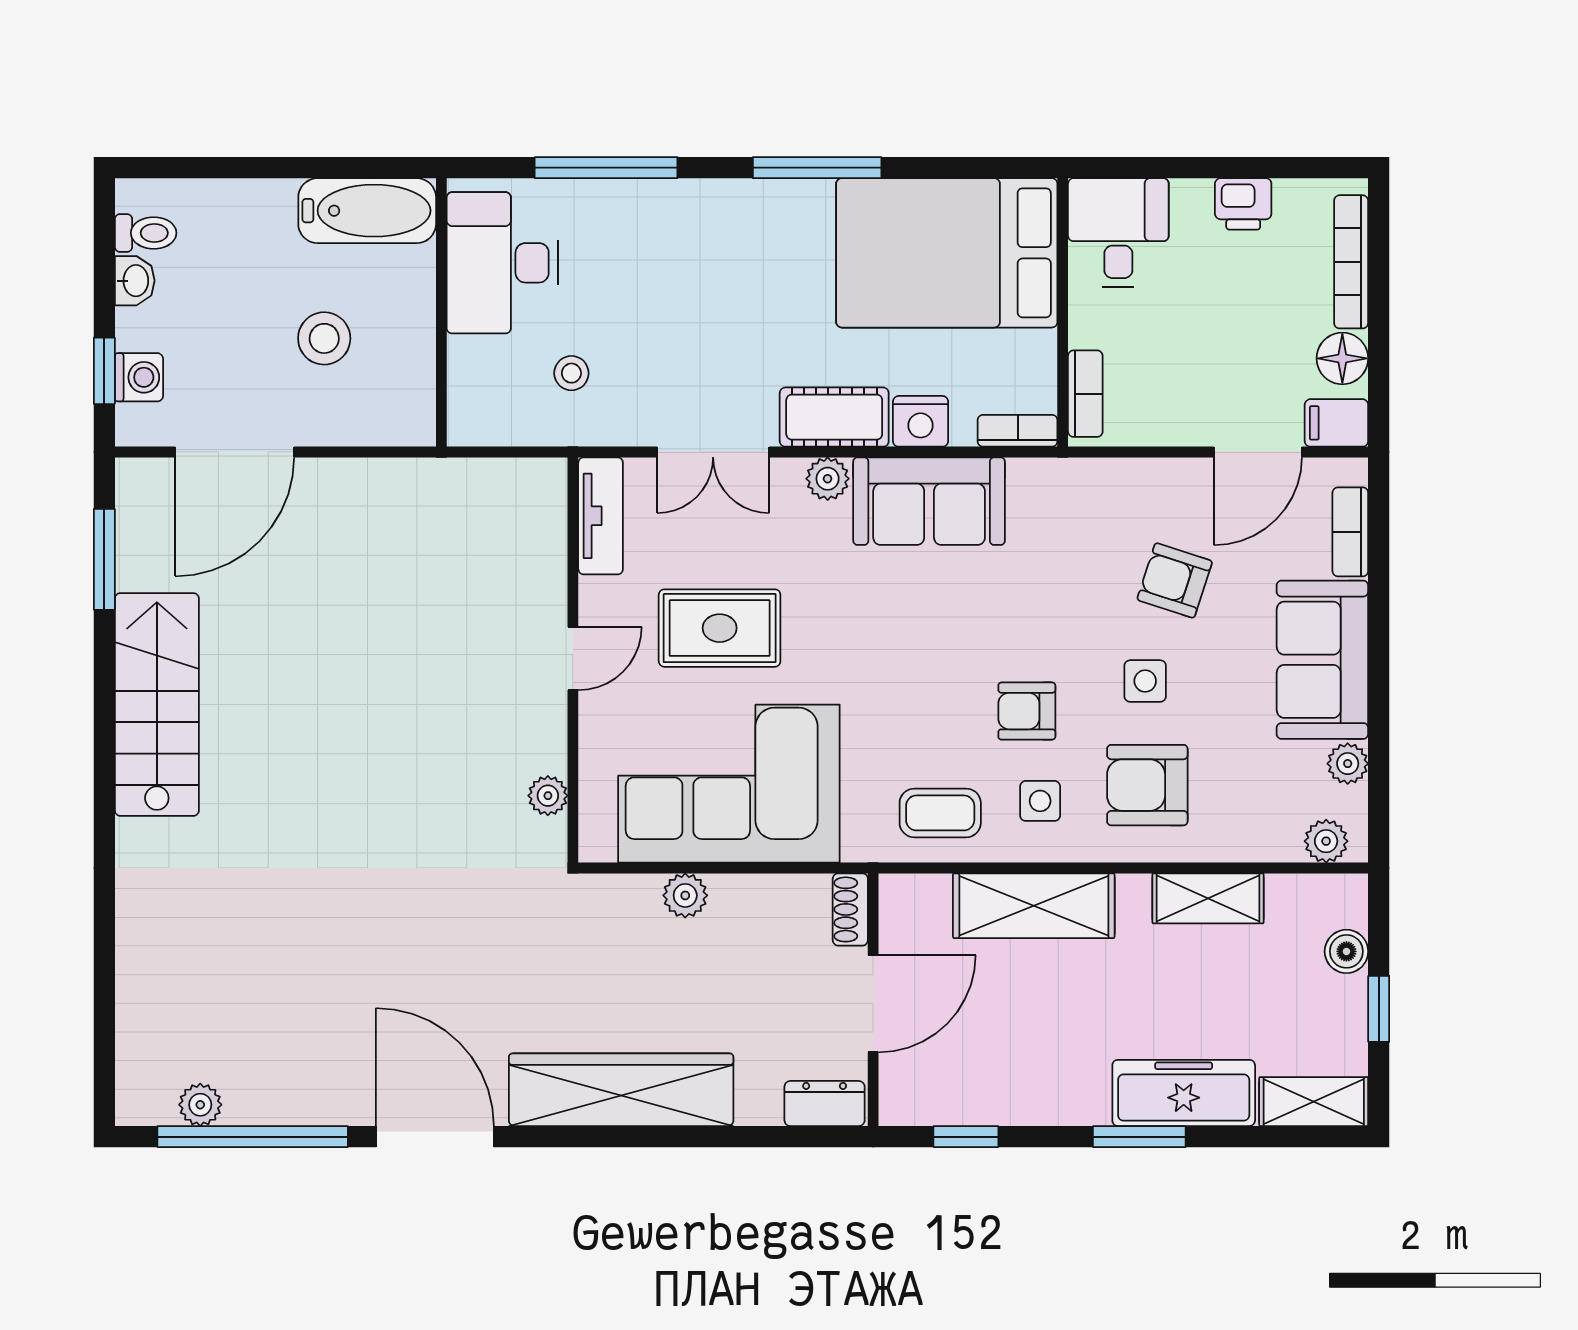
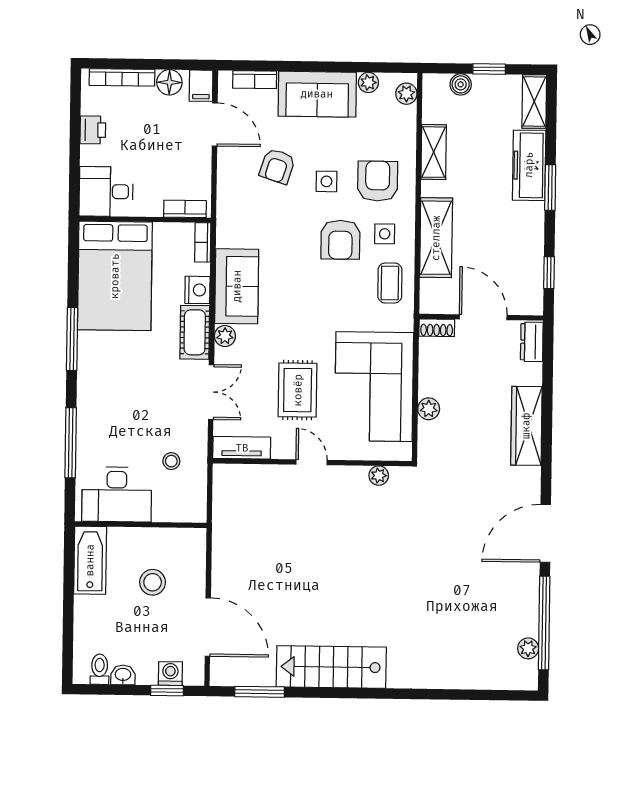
armchair: (1027, 711) -> (340, 240), width x1.38, depth x1.38
armchair: (1147, 785) -> (378, 181), turned 180
wardrobe: (621, 1090) -> (526, 426), width x0.71, depth x0.85

